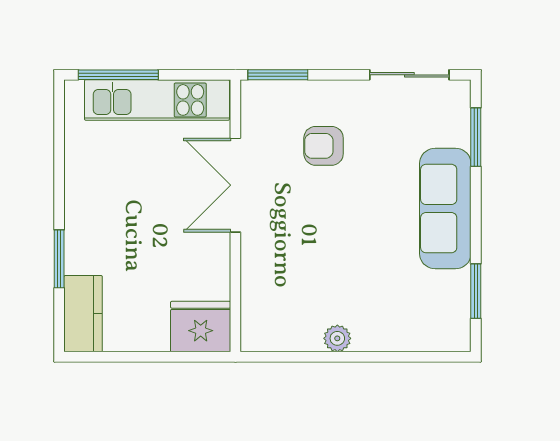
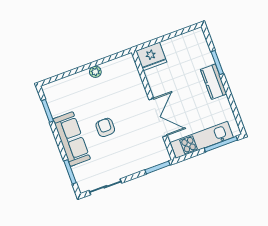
armchair: (324, 146) -> (105, 127), moved, turned -90
kitchen counter: (83, 314) -> (214, 82), moved

